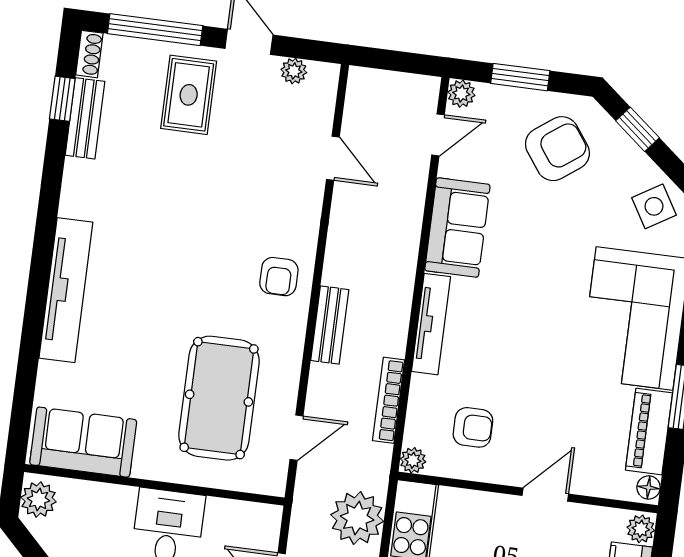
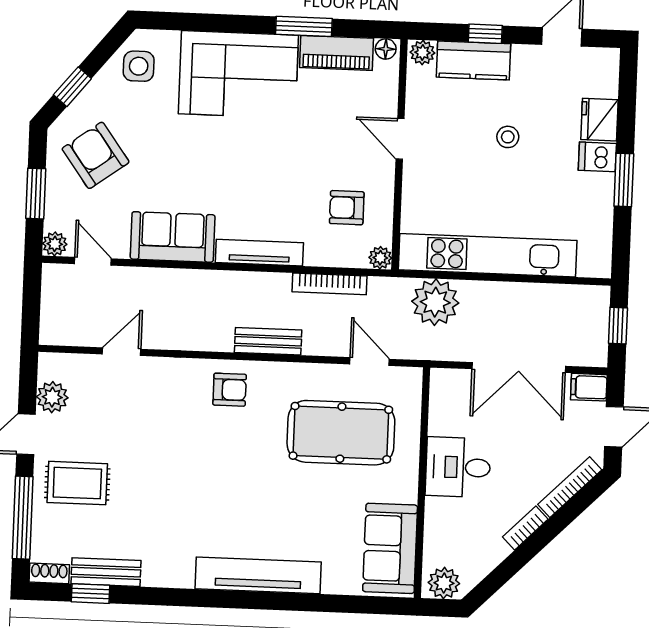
plant: (294, 71) -> (52, 397), width x1.38, depth x1.38
side table: (654, 206) -> (139, 66), turned 31
armchair: (473, 427) -> (347, 208), turned -90

